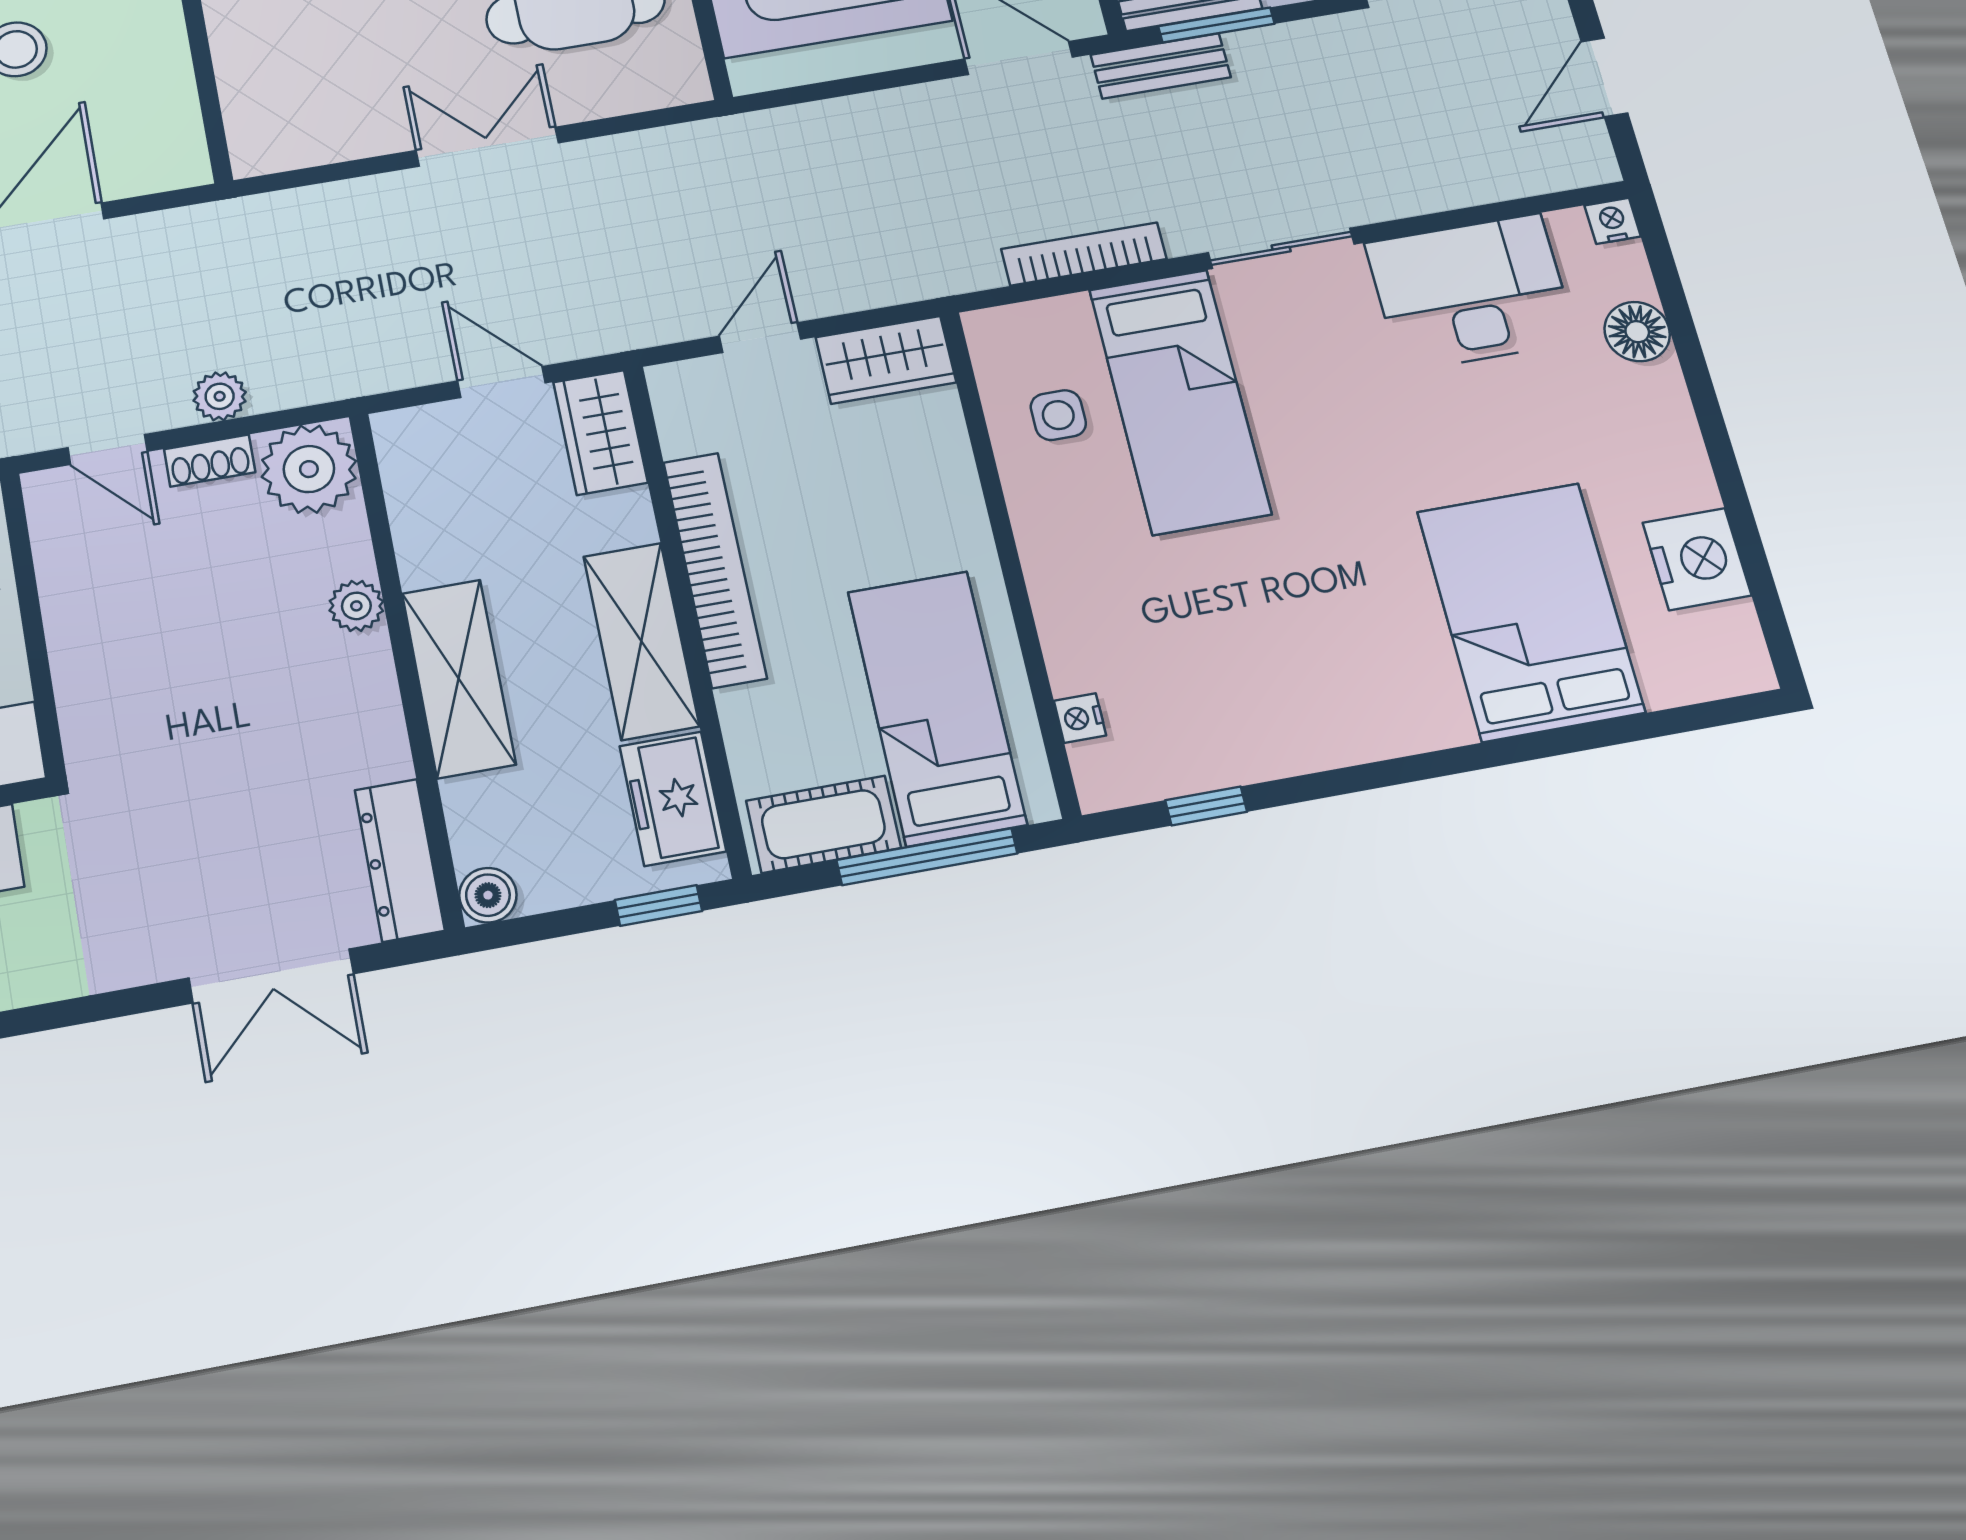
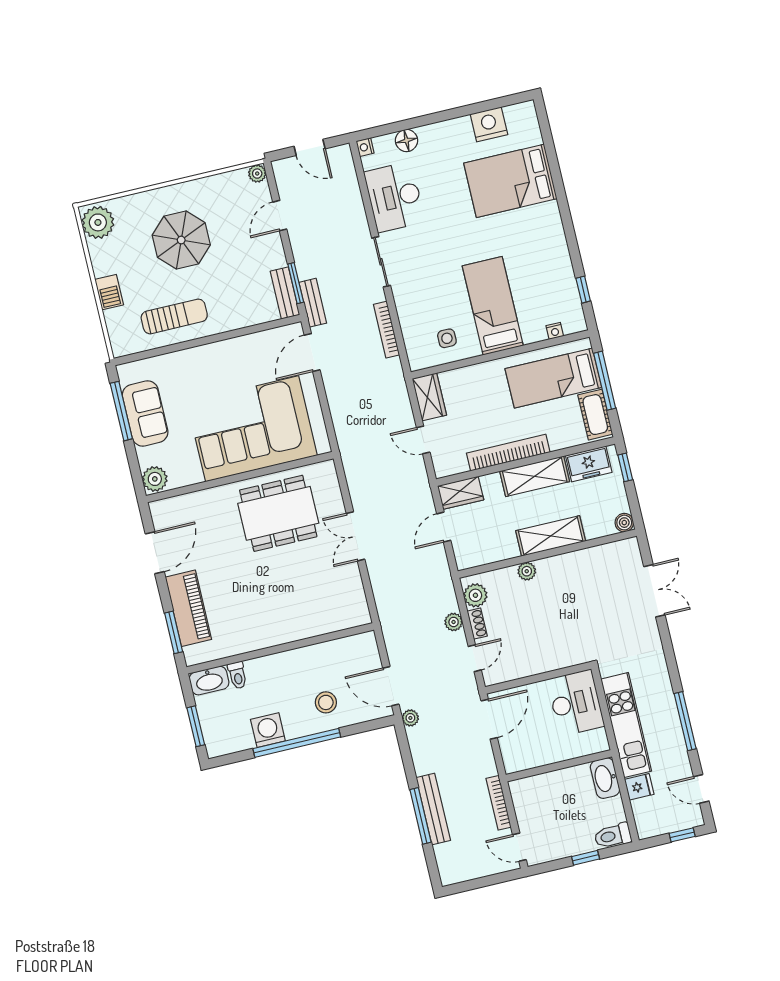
bed: (1180, 401) -> (493, 306), moved, turned -90
plant: (309, 469) -> (475, 595), width x0.73, depth x0.73
dresser: (400, 860) -> (614, 552), removed

